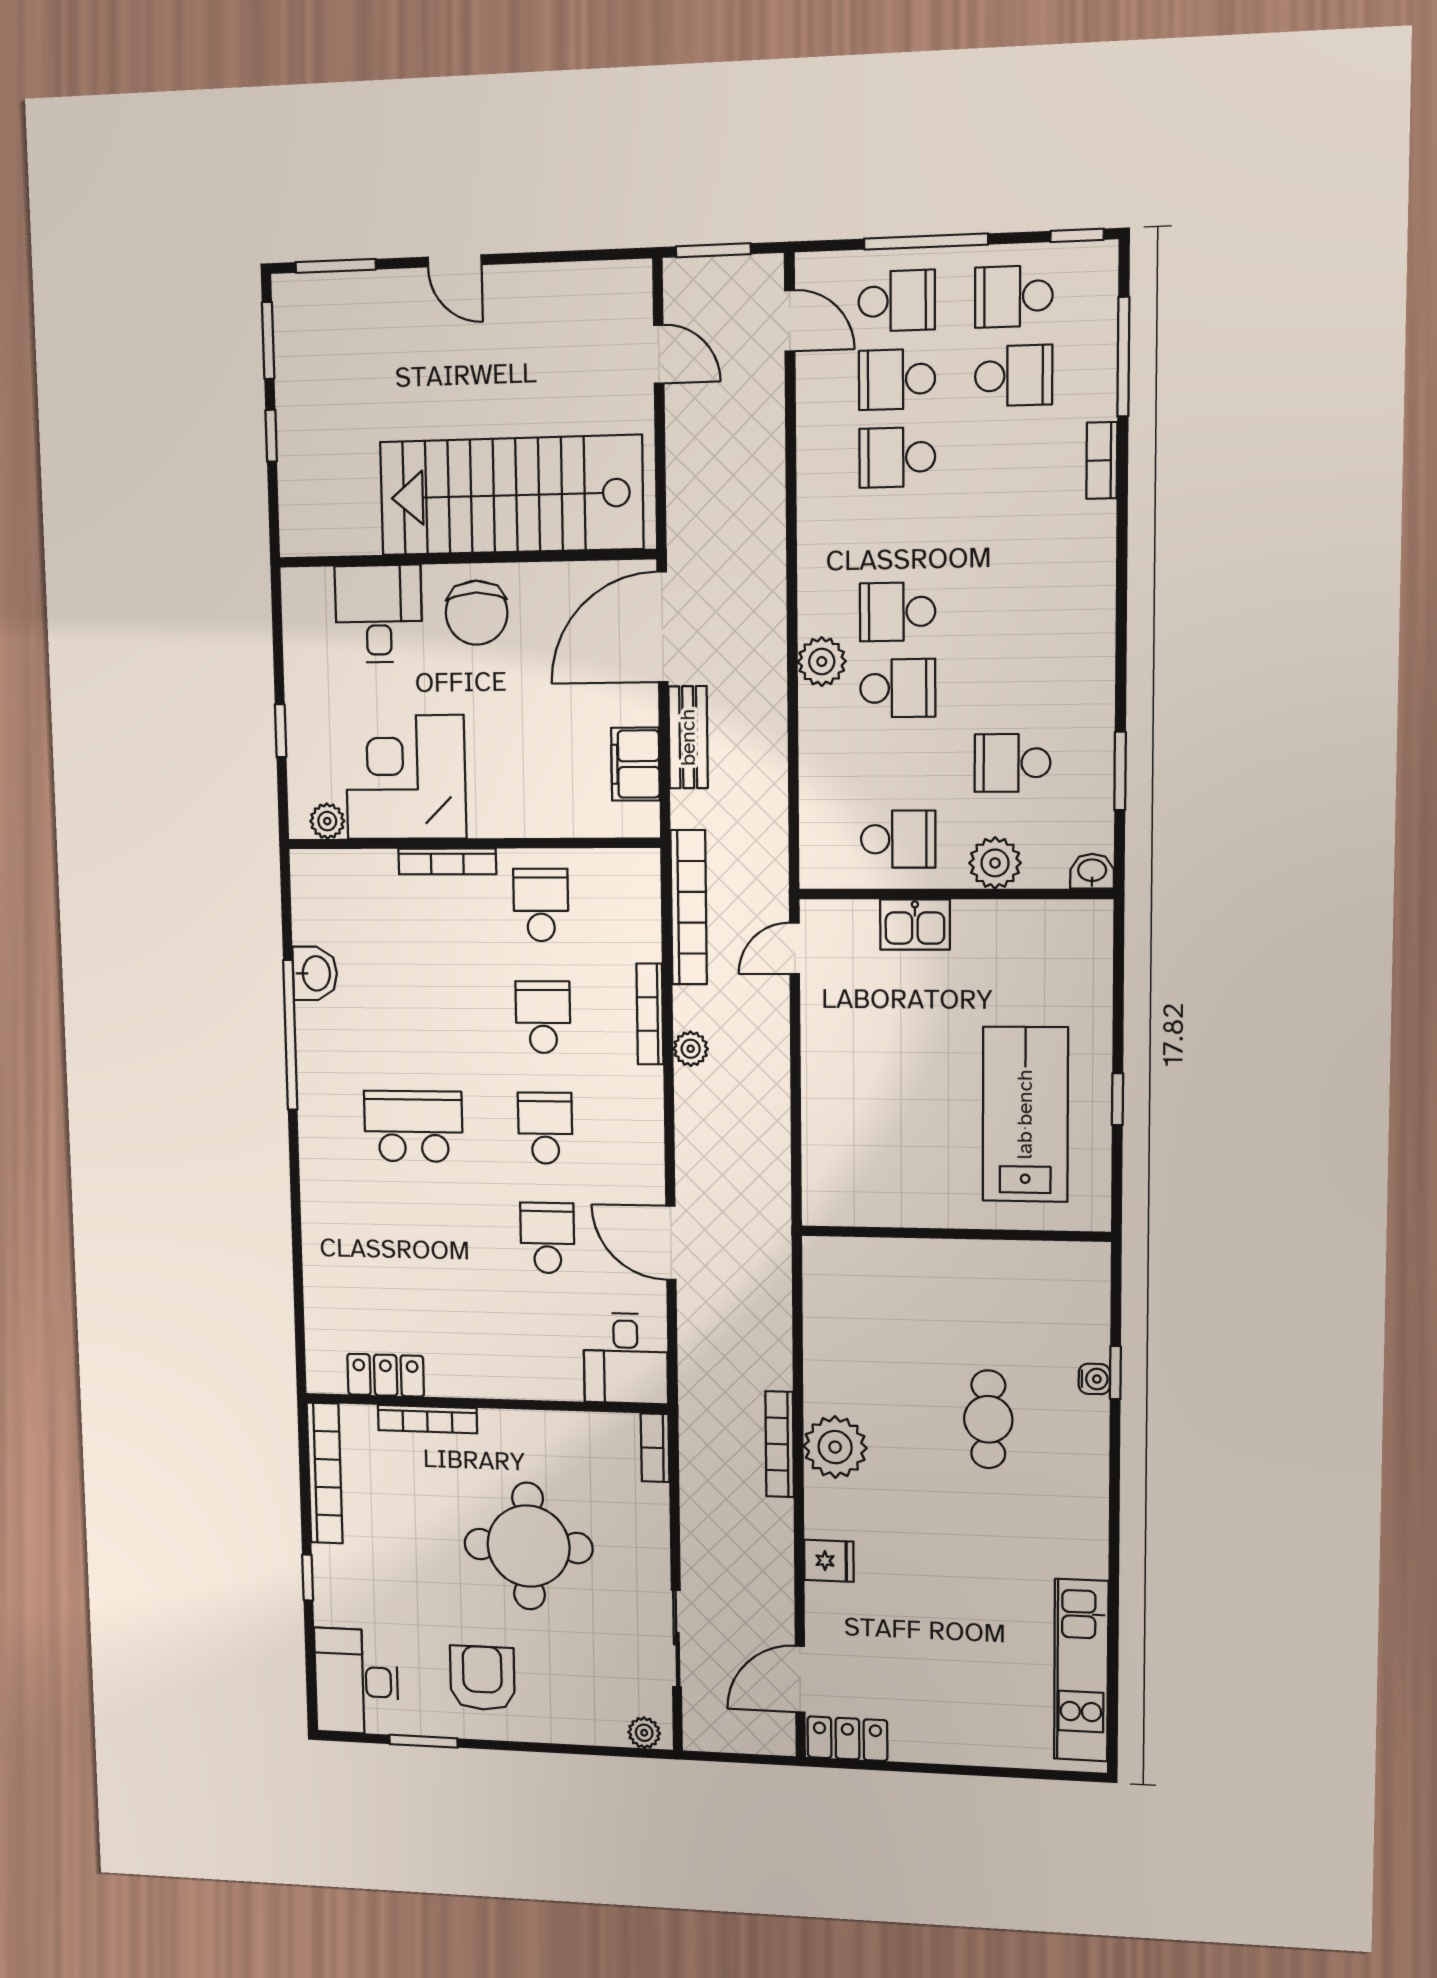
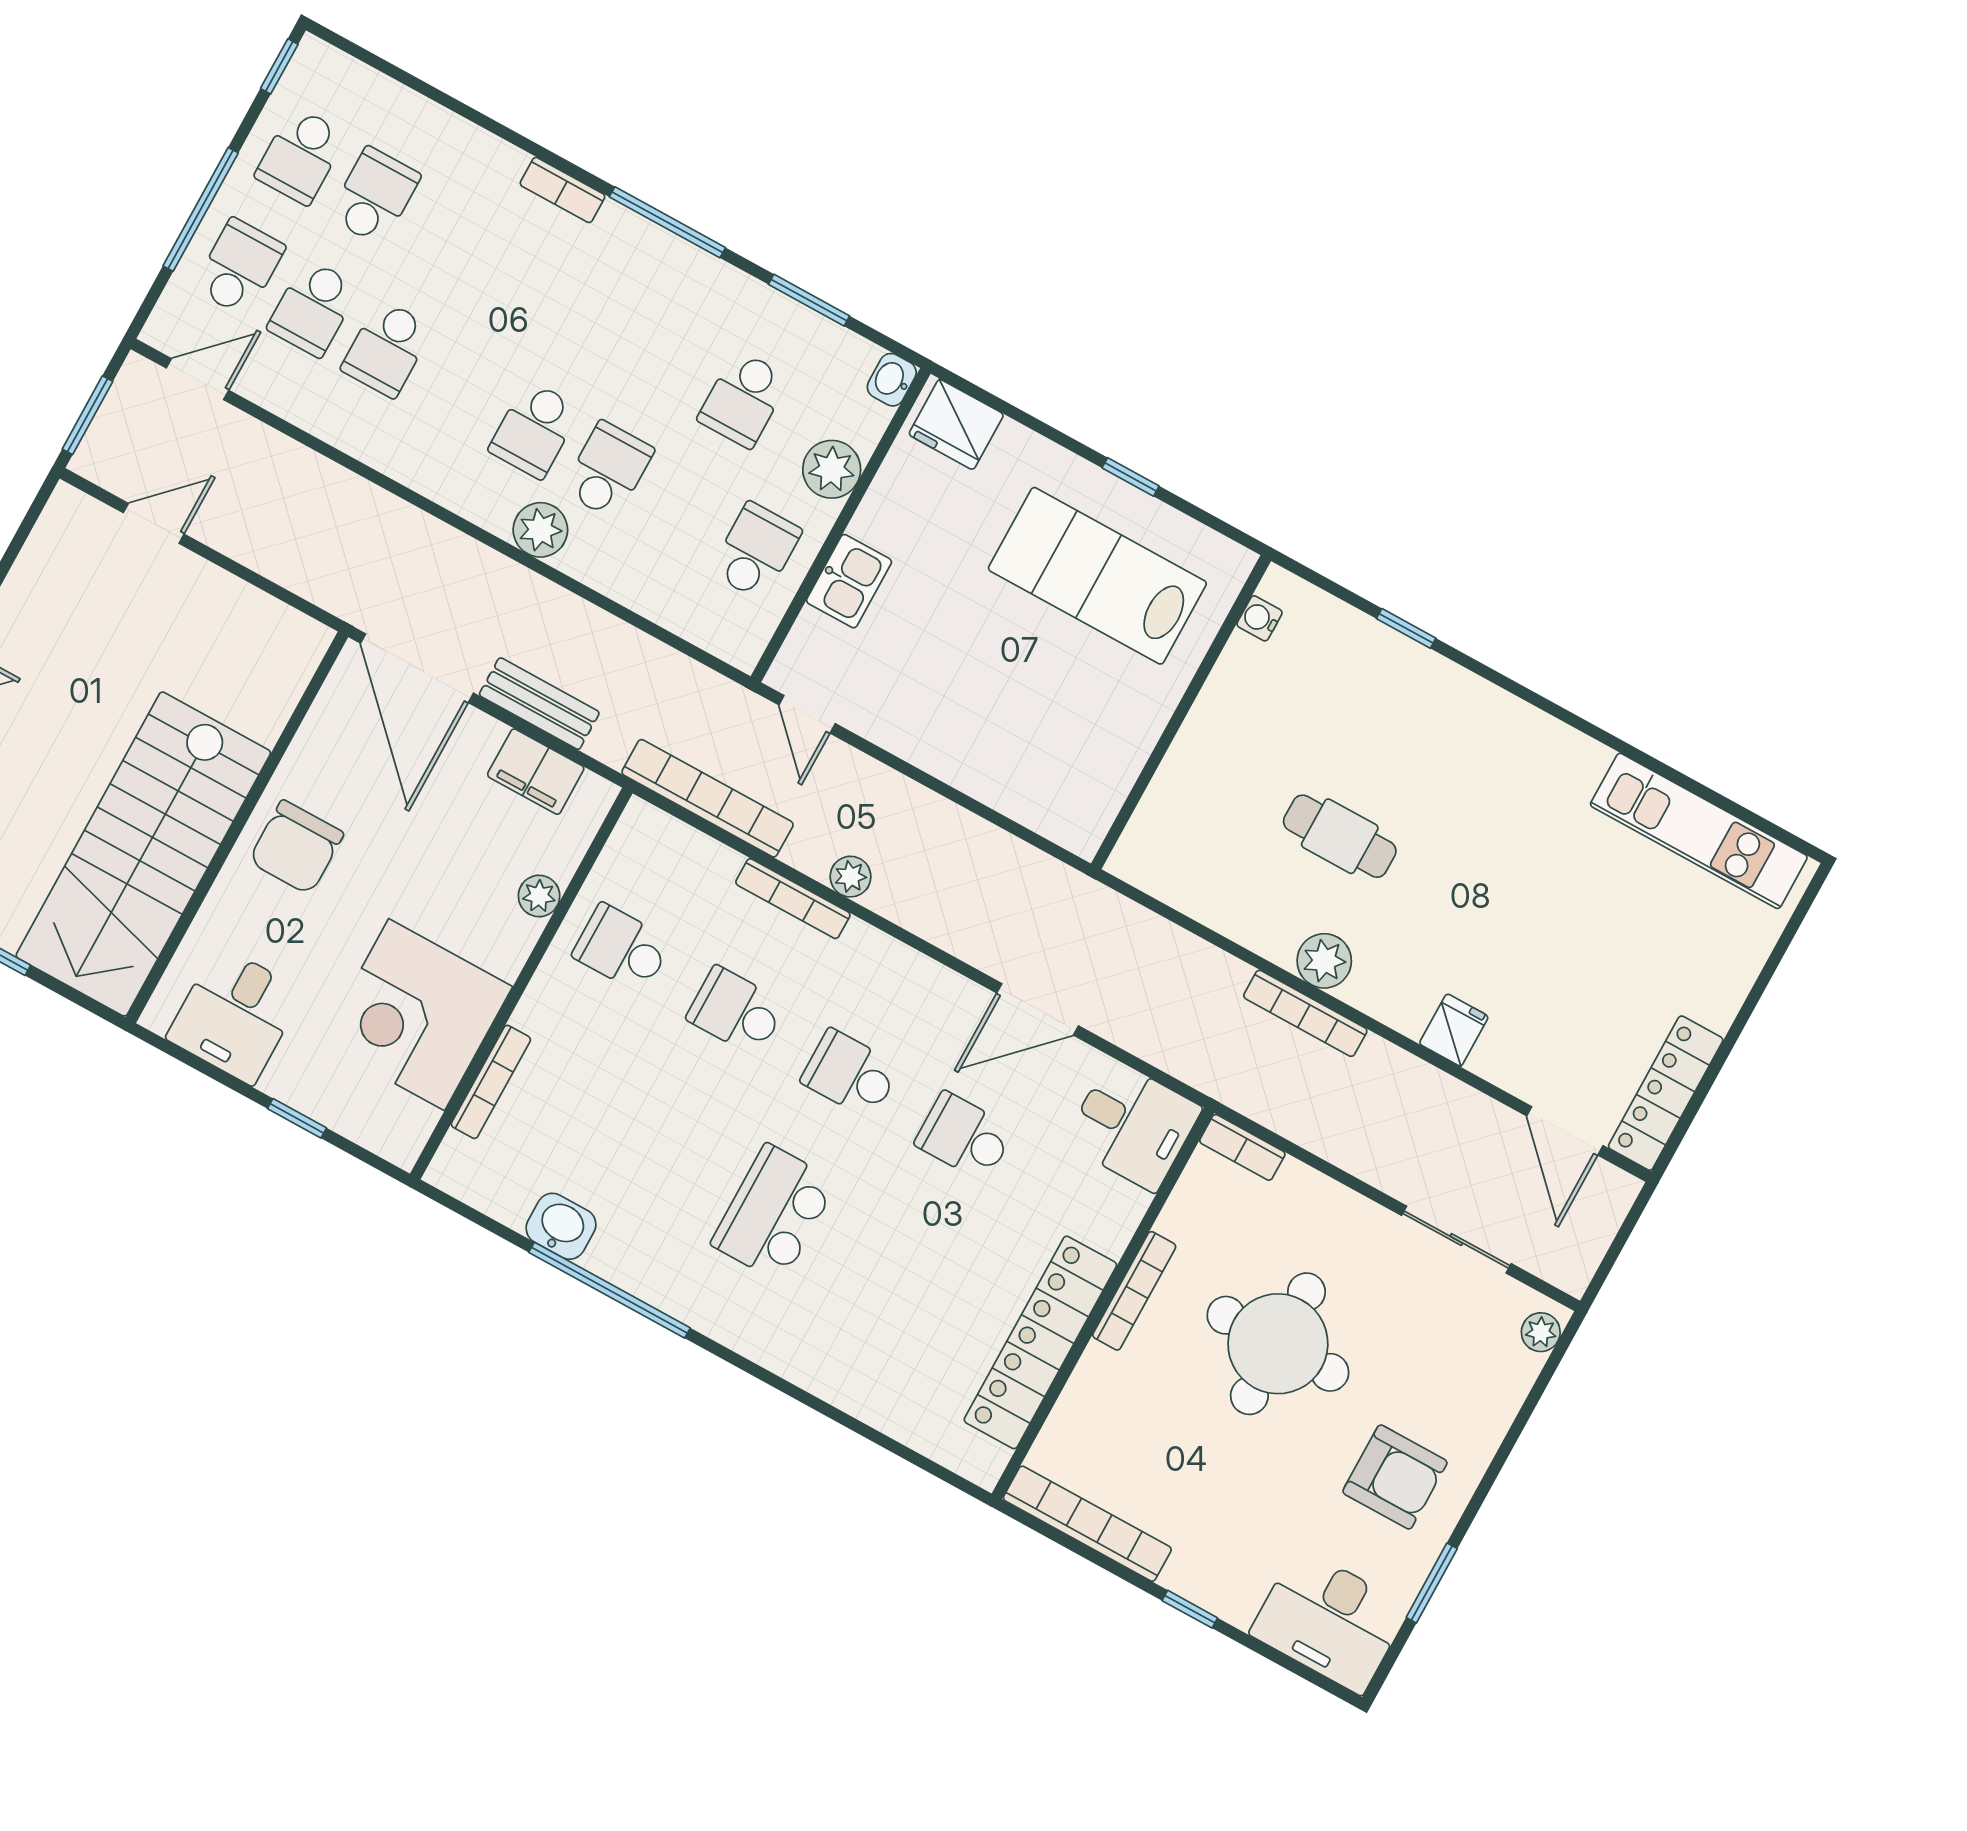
window: (1123, 357) -> (667, 222), moved
bookcase: (1102, 460) -> (563, 190), moved
stairs: (511, 495) -> (143, 854), moved
chair: (477, 613) -> (296, 847), turned 90
desk: (379, 614) -> (235, 1015), moved, turned -90
plant: (327, 821) -> (539, 896), moved
bookcase: (447, 861) -> (491, 1082), moved
fridge: (1084, 941) -> (956, 424), added
locker: (386, 1375) -> (1040, 1342), width x2.16, depth x1.21
water cooler: (1094, 1379) -> (1259, 618), moved, turned -90
bookcase: (427, 1419) -> (1134, 1291), moved
cafe table: (988, 1419) -> (1340, 836), moved
plant: (835, 1447) -> (1324, 961), width x0.73, depth x0.73
armchair: (482, 1678) -> (1395, 1477), turned 180
locker: (847, 1739) -> (1666, 1093), width x1.53

